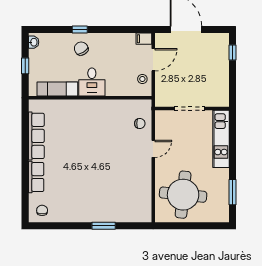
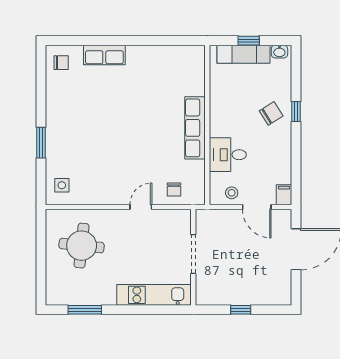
window: (232, 52) -> (241, 310), moved
desk: (92, 82) -> (228, 155), moved
exam couch: (57, 89) -> (244, 54), moved, turned 90
row of seats: (36, 136) -> (195, 128), moved, turned 90
door: (153, 149) -> (141, 207), swing flipped
round table: (183, 195) -> (82, 246), width x0.73, depth x0.73
side table: (137, 210) -> (62, 185), added

